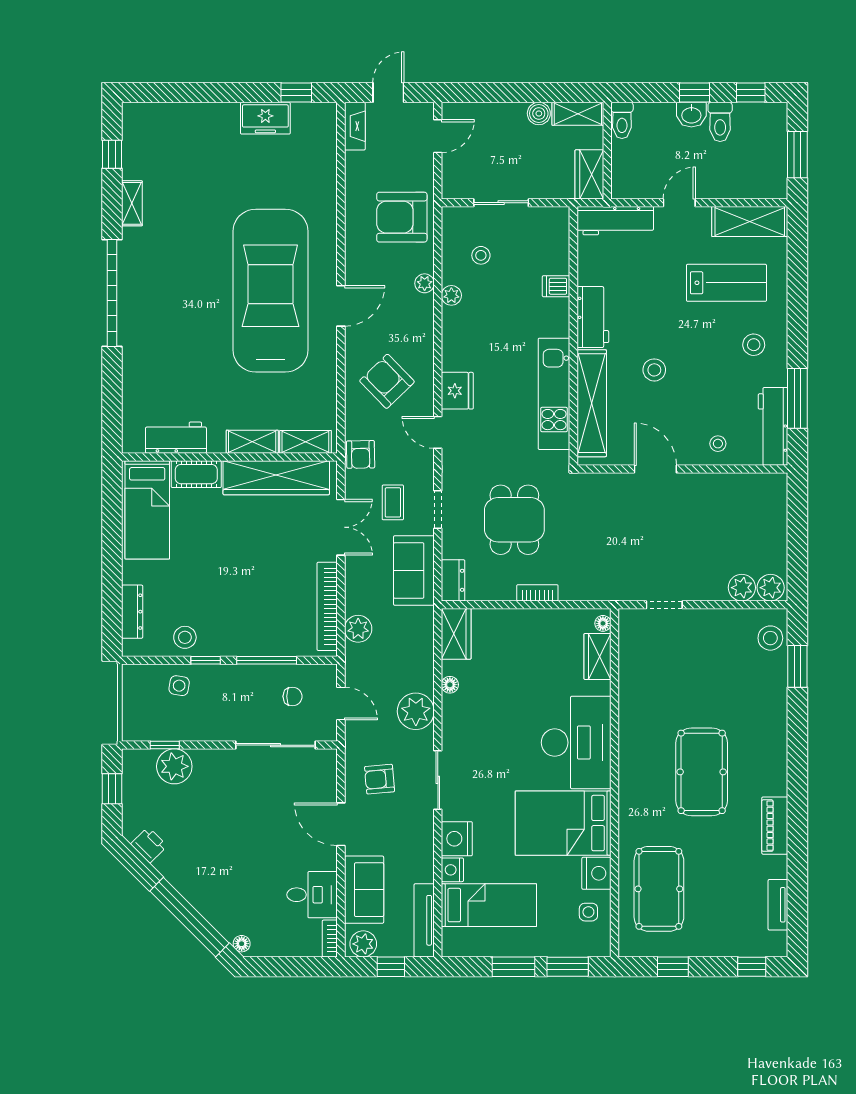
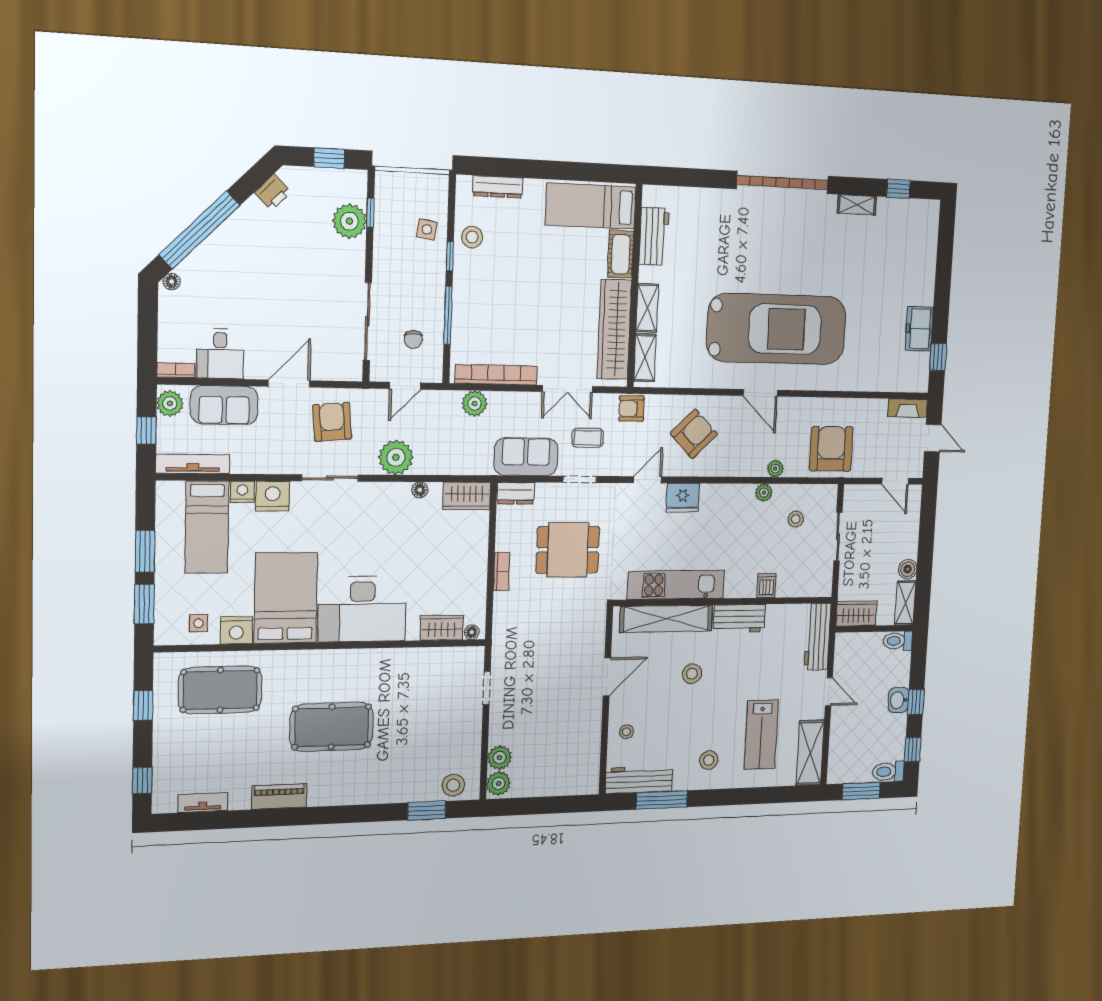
toilet: (720, 122) -> (888, 772), moved
armchair: (380, 779) -> (332, 422), width x1.38, depth x1.38

